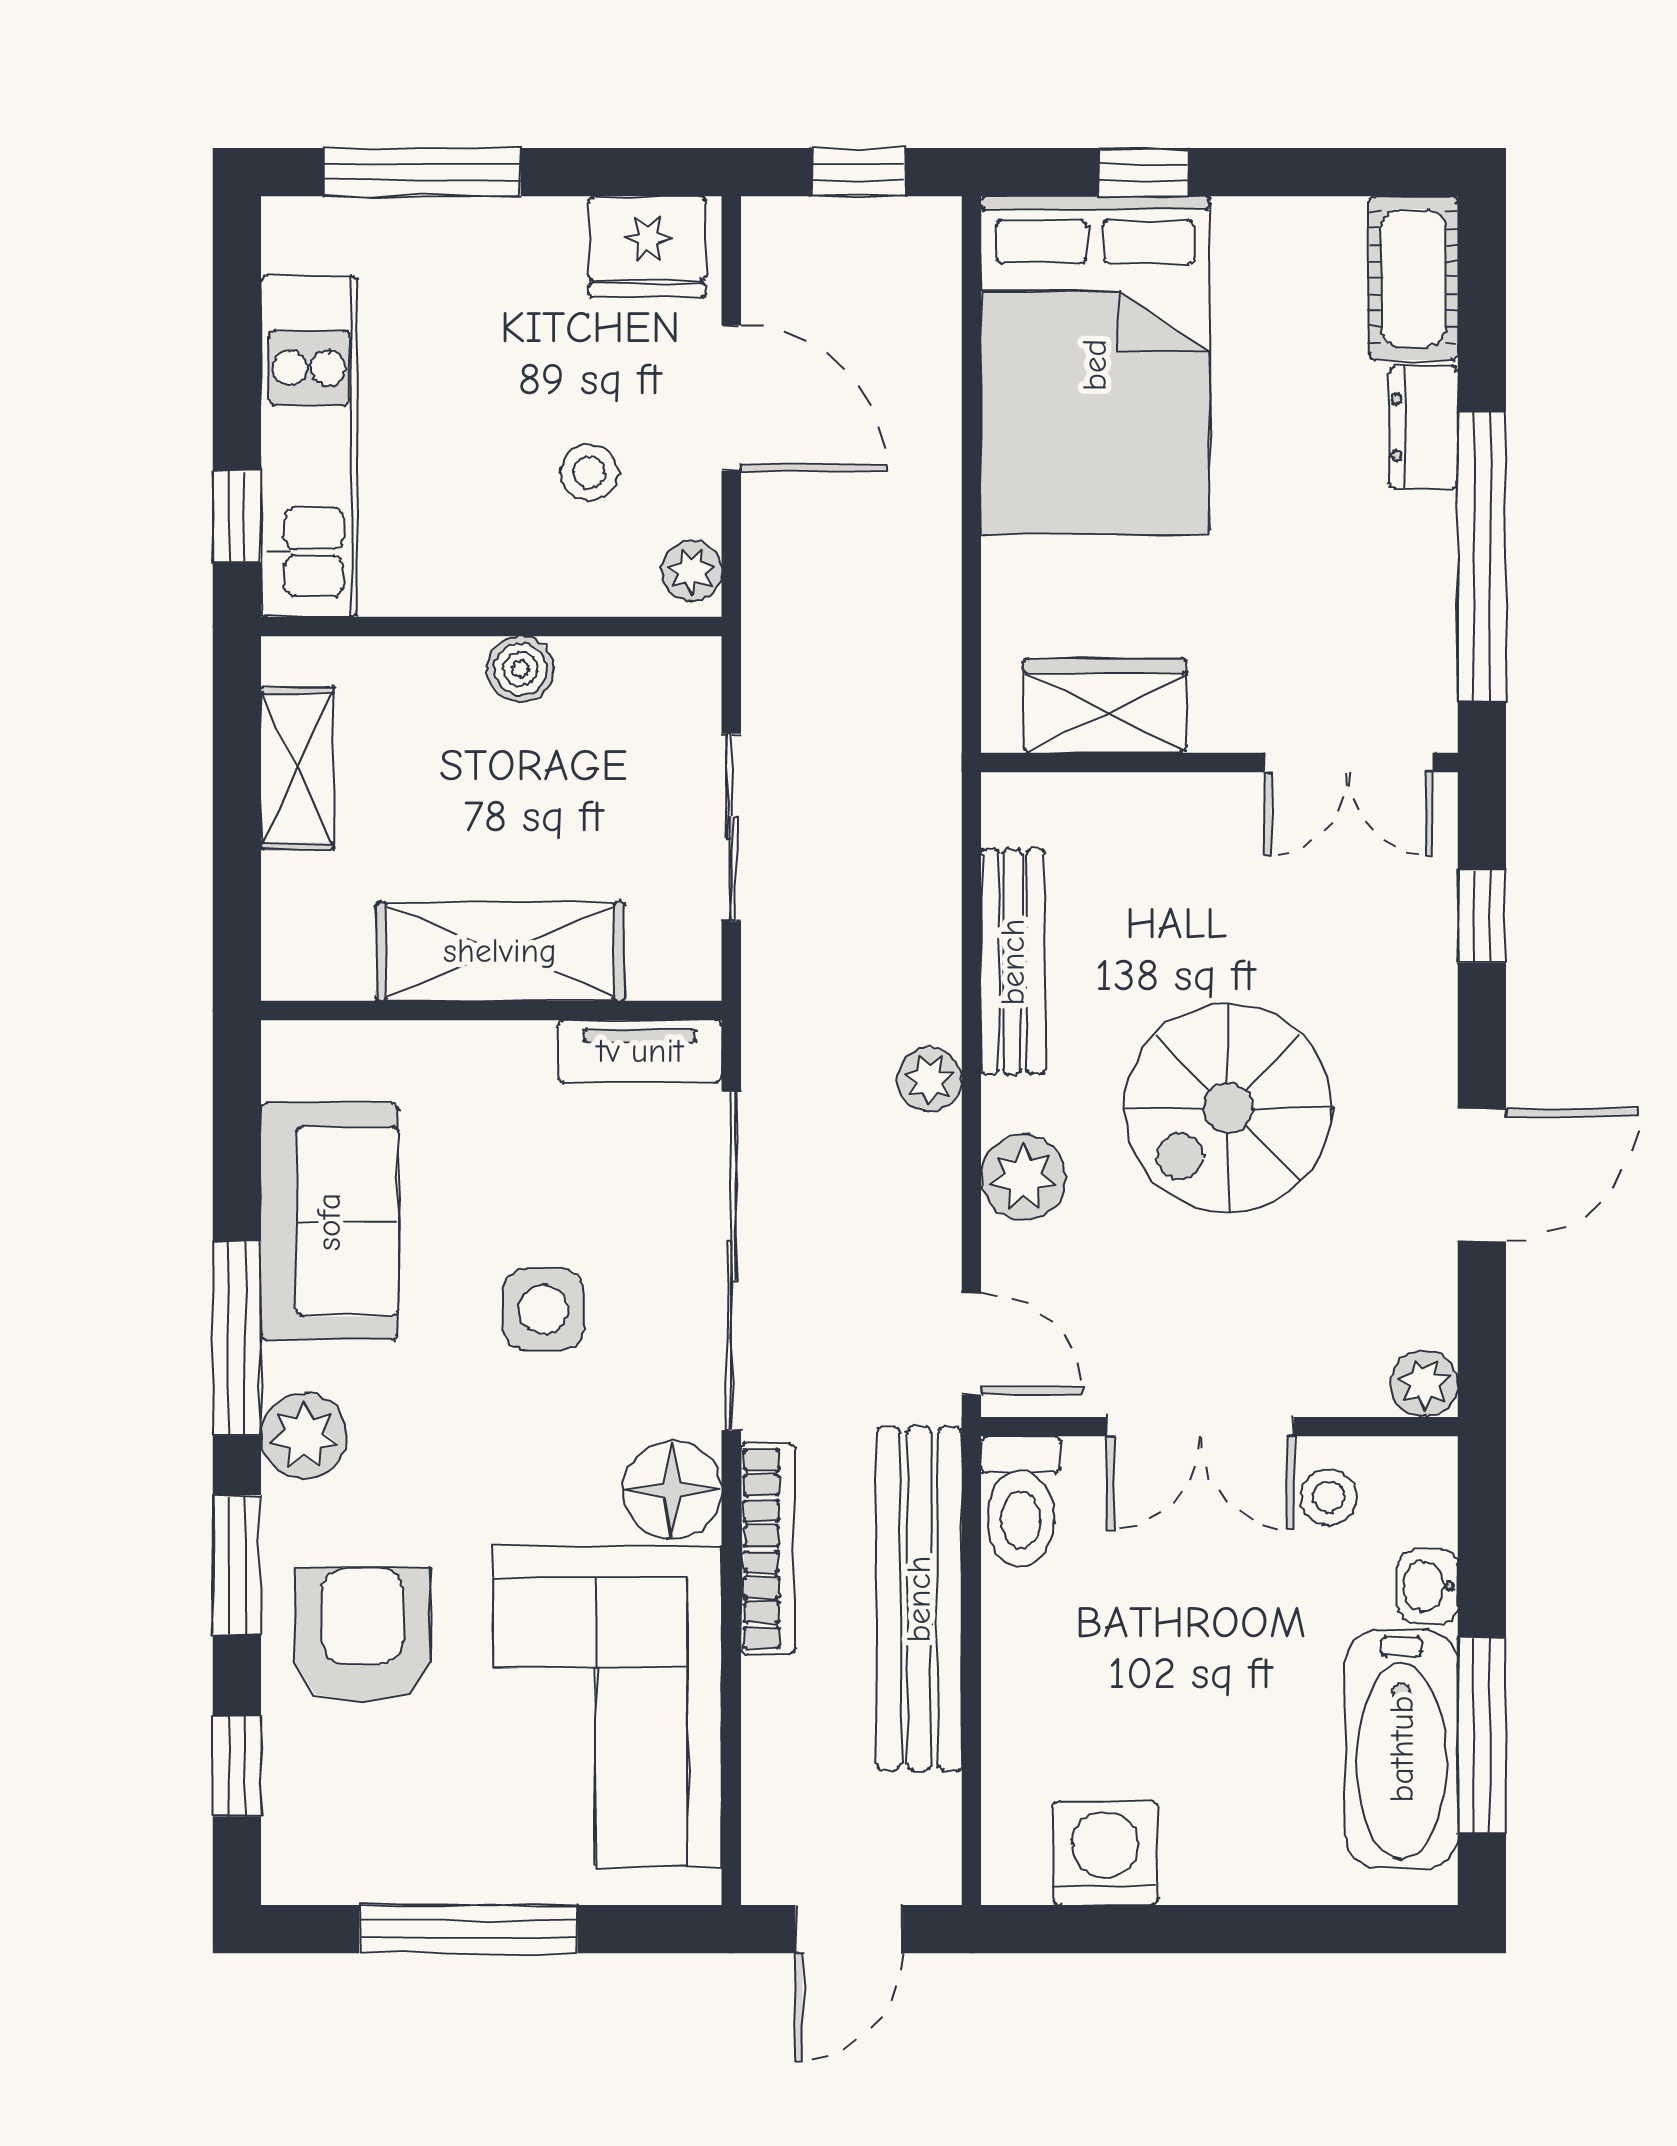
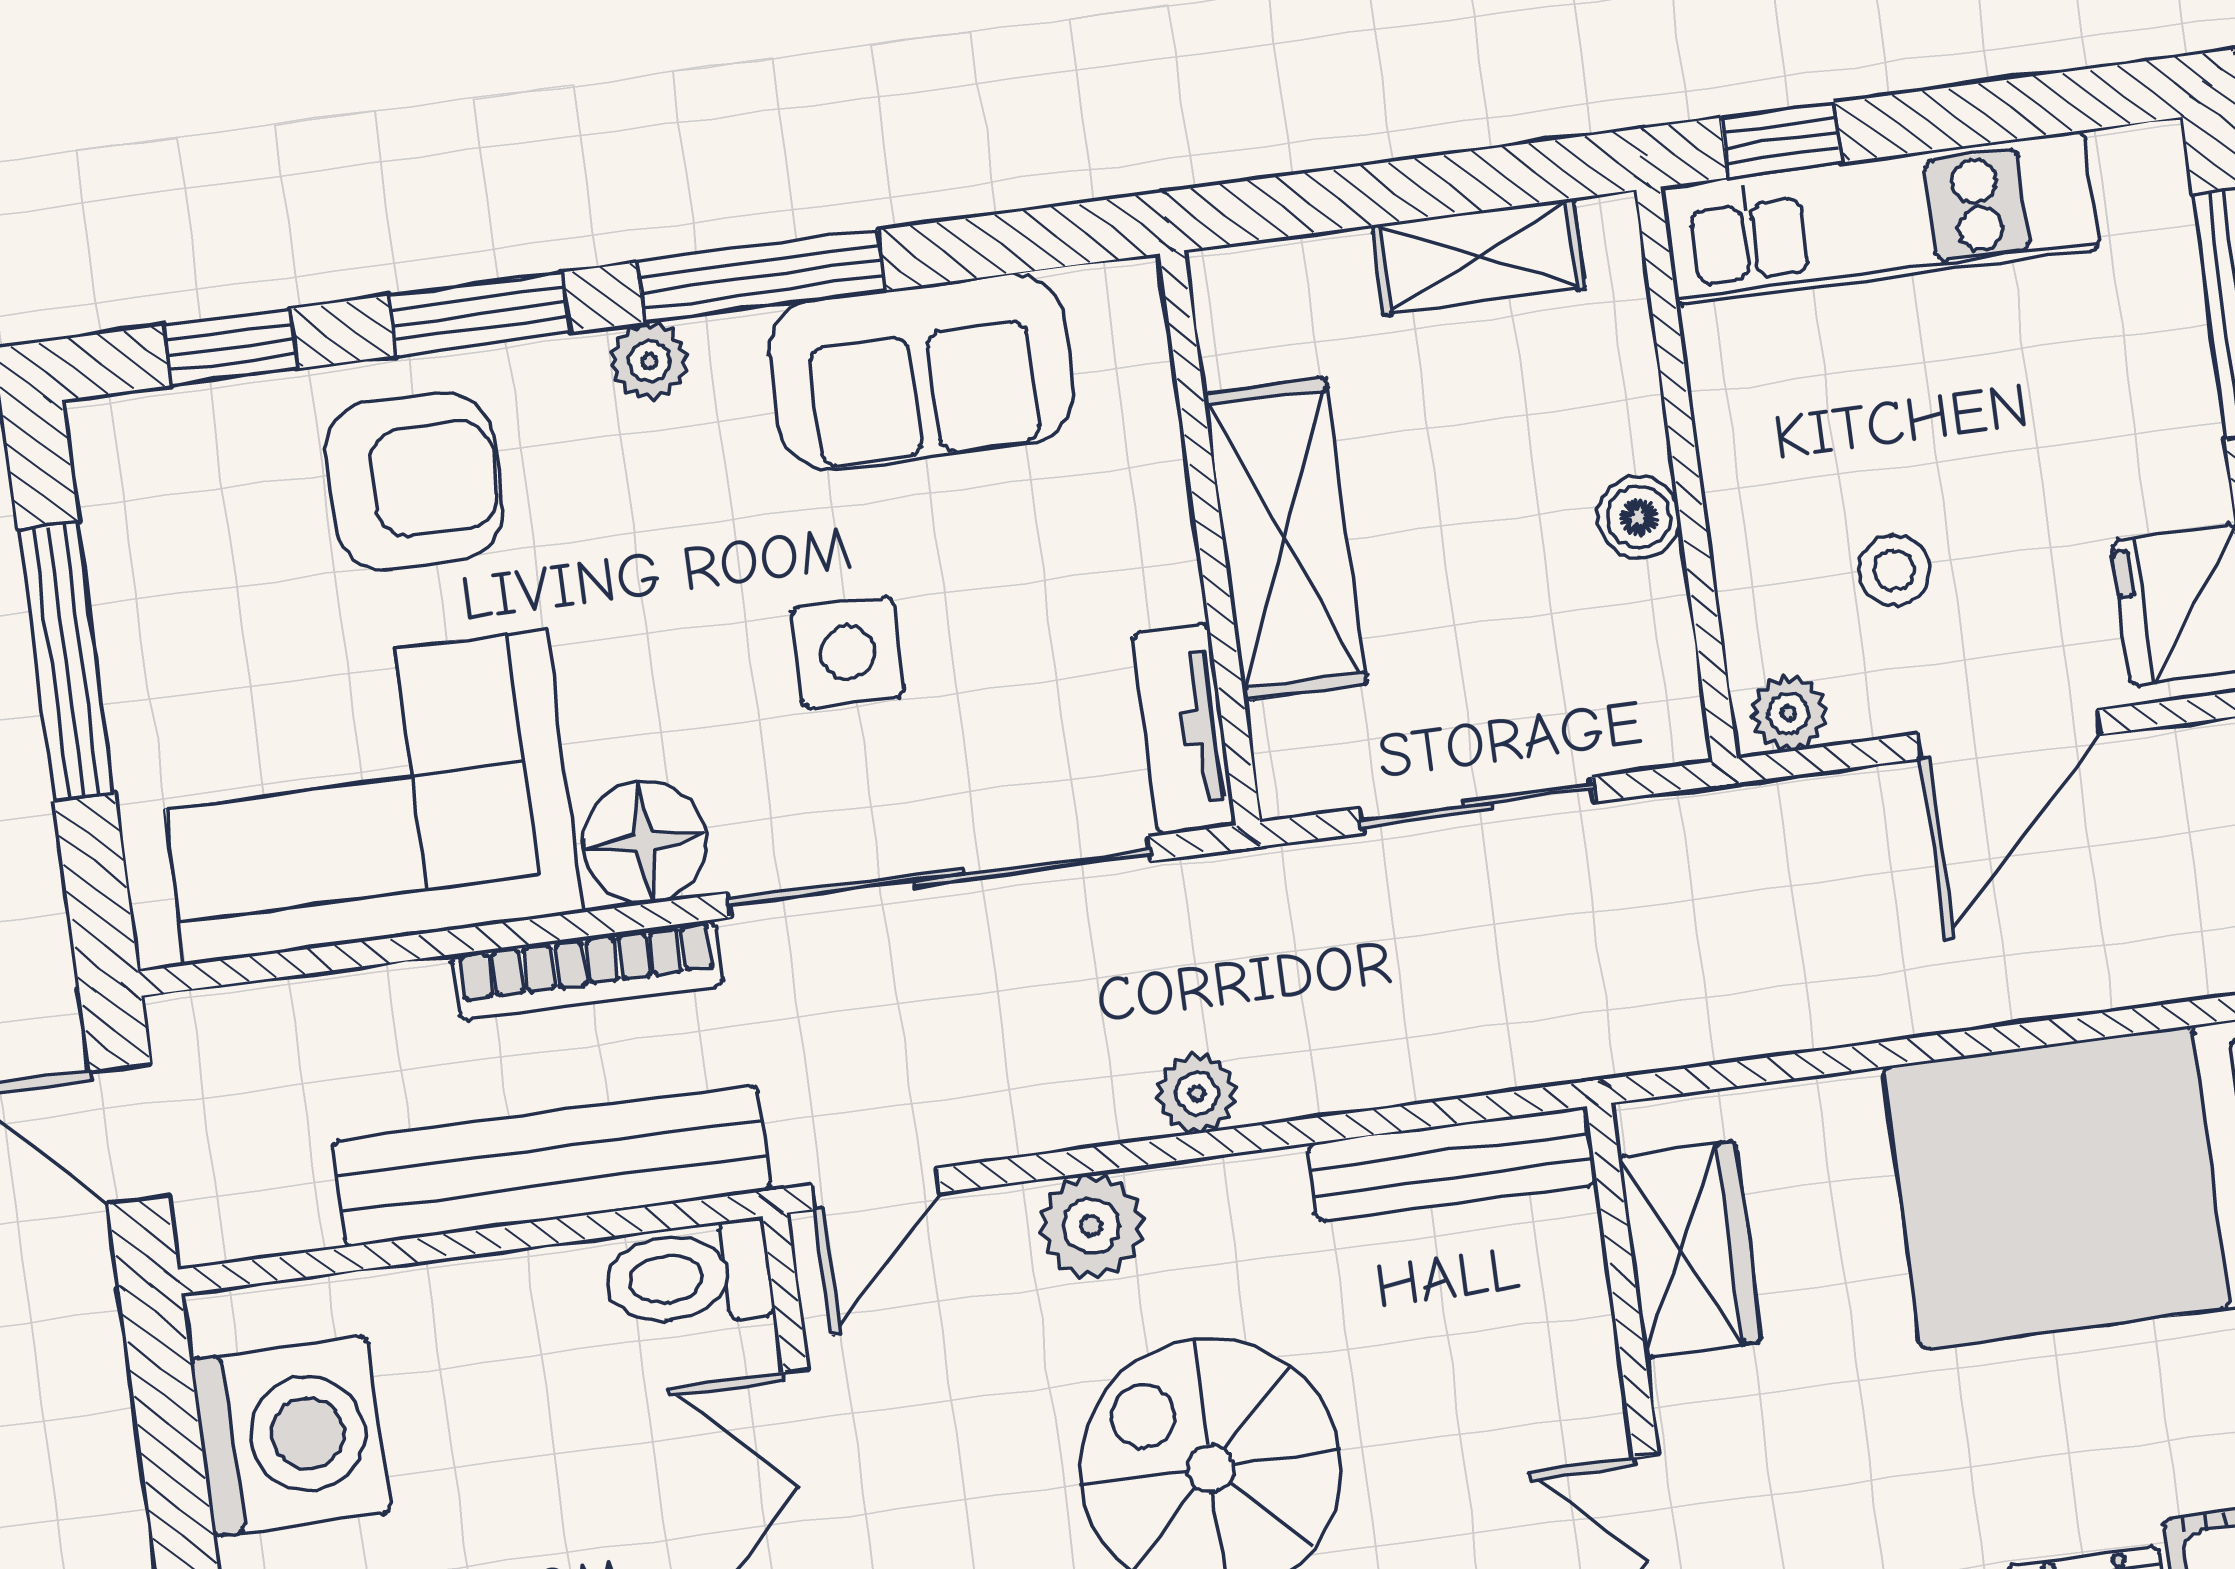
bench: (1013, 962) -> (1452, 1164), moved
plant: (304, 1436) -> (649, 361), width x0.73, depth x0.73
washing machine: (1105, 1853) -> (290, 1436), width x1.37, depth x1.37

